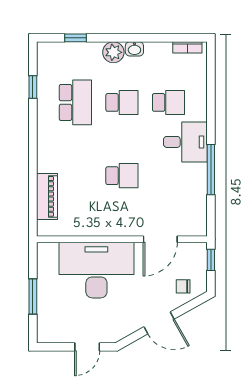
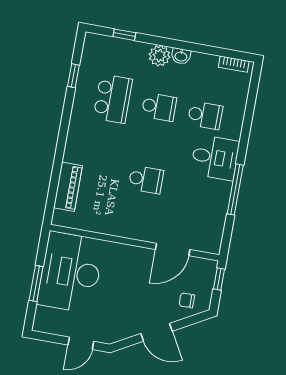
desk: (96, 270) -> (71, 272), moved, turned -90

